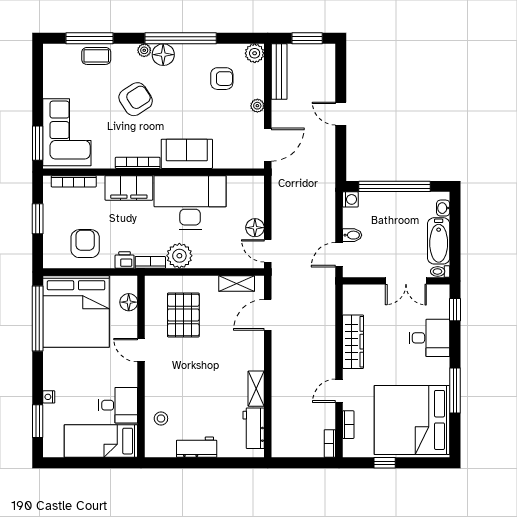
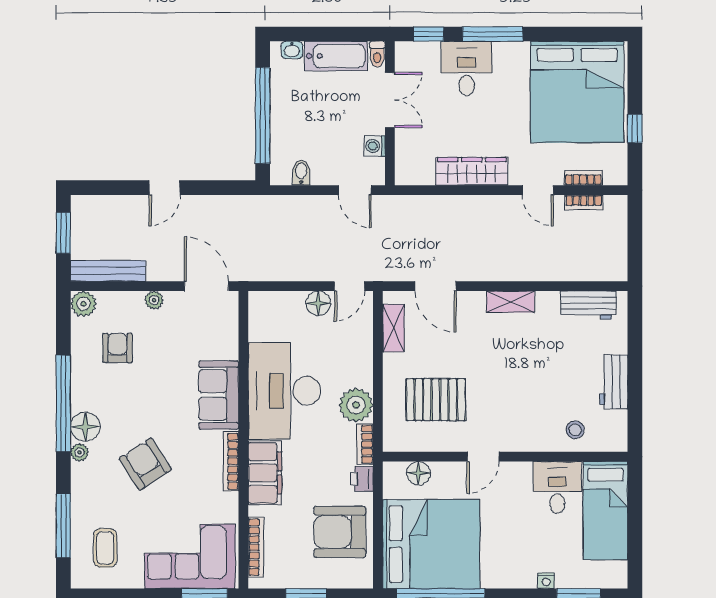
coffee table: (96, 56) -> (105, 548), moved
washing machine: (350, 199) -> (375, 146), moved, turned -90
bidet: (352, 235) -> (301, 173), moved
armchair: (85, 244) -> (340, 532), width x1.36, depth x1.36
shelving: (256, 389) -> (511, 302), moved
window: (455, 390) -> (493, 34), moved
bookcase: (330, 444) -> (584, 202), moved

